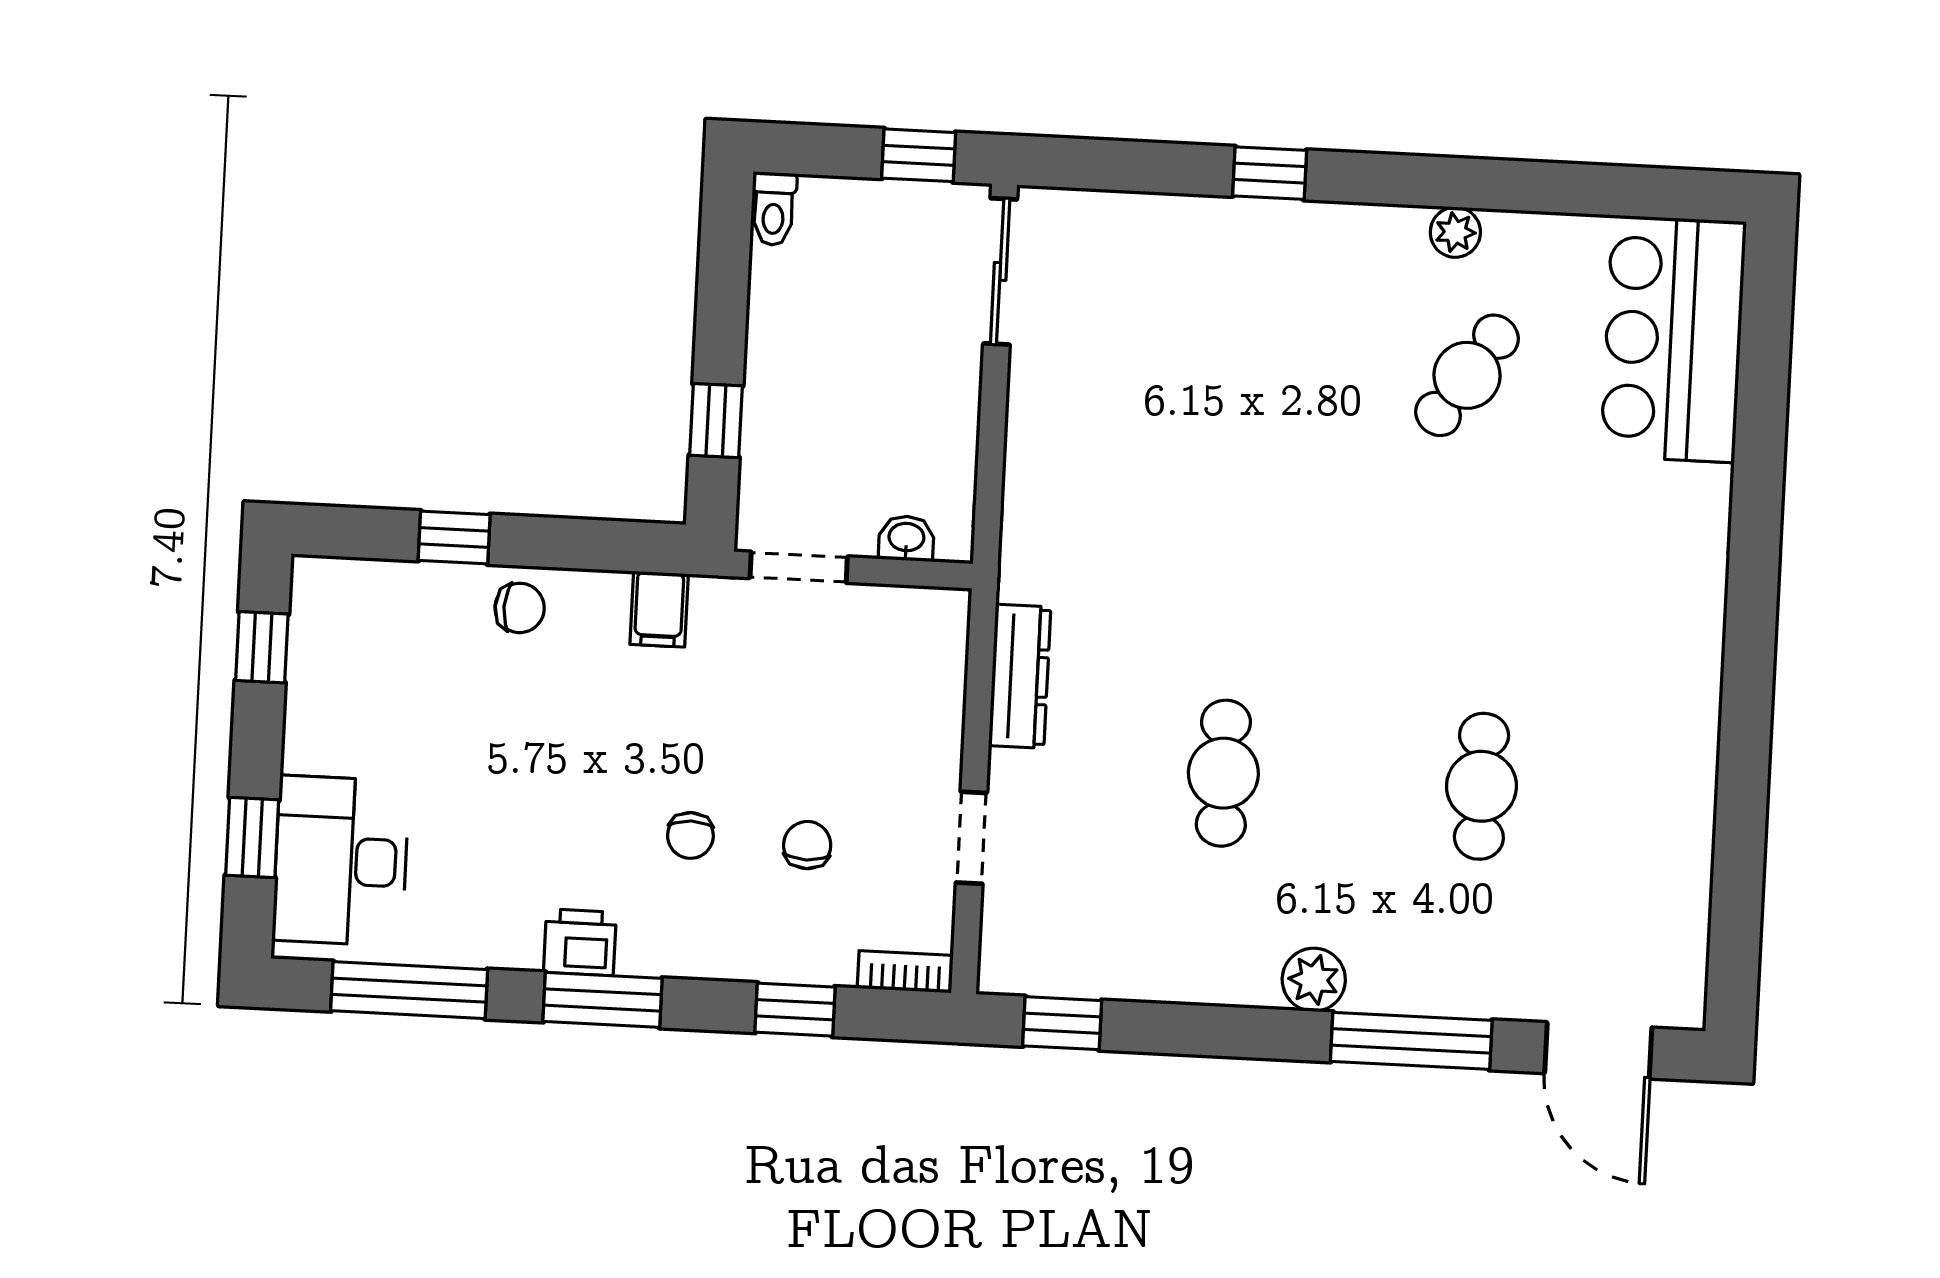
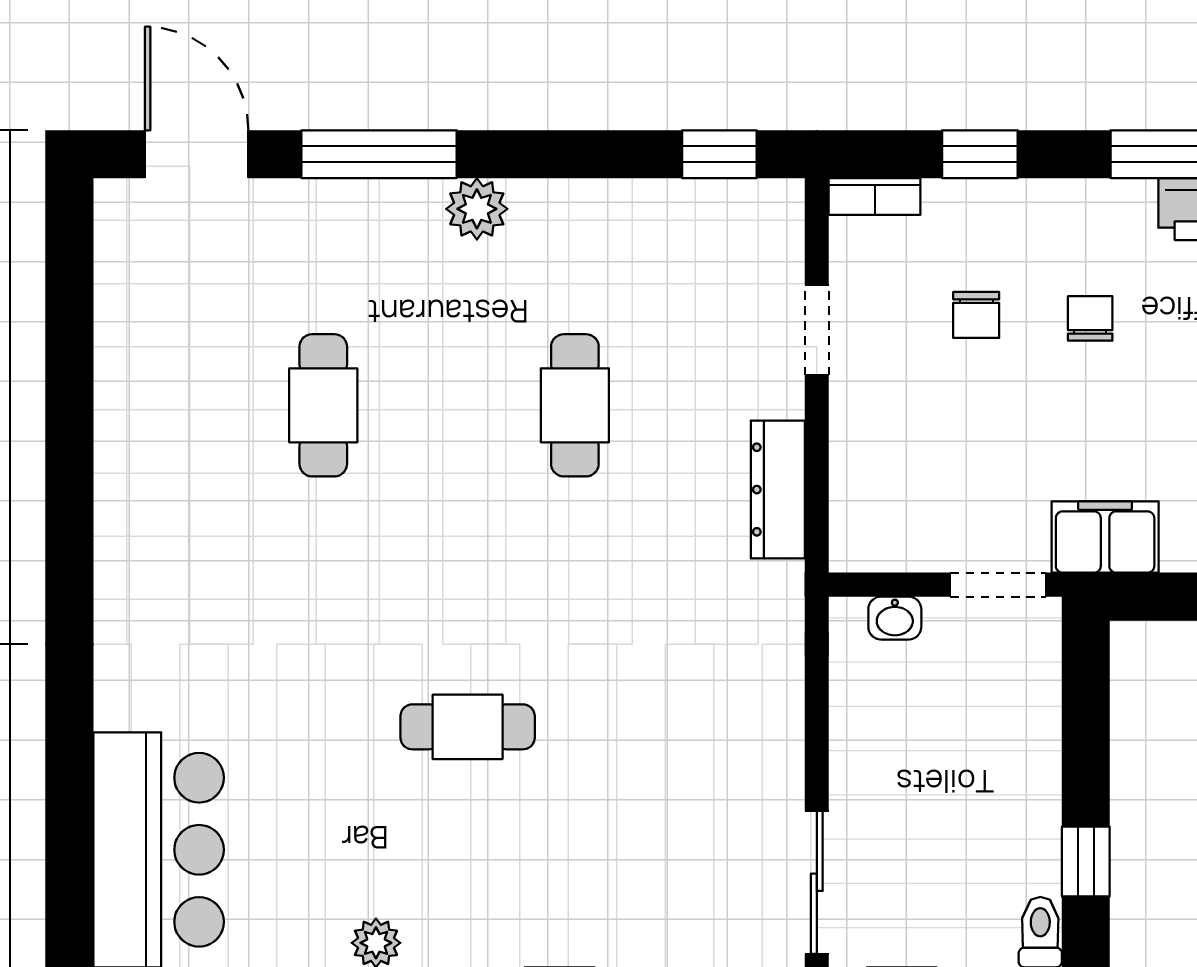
cafe table: (1467, 375) -> (468, 727), moved, turned 56
window: (716, 421) -> (1086, 862), moved
filing cabinet: (659, 609) -> (1105, 537), width x2.00

